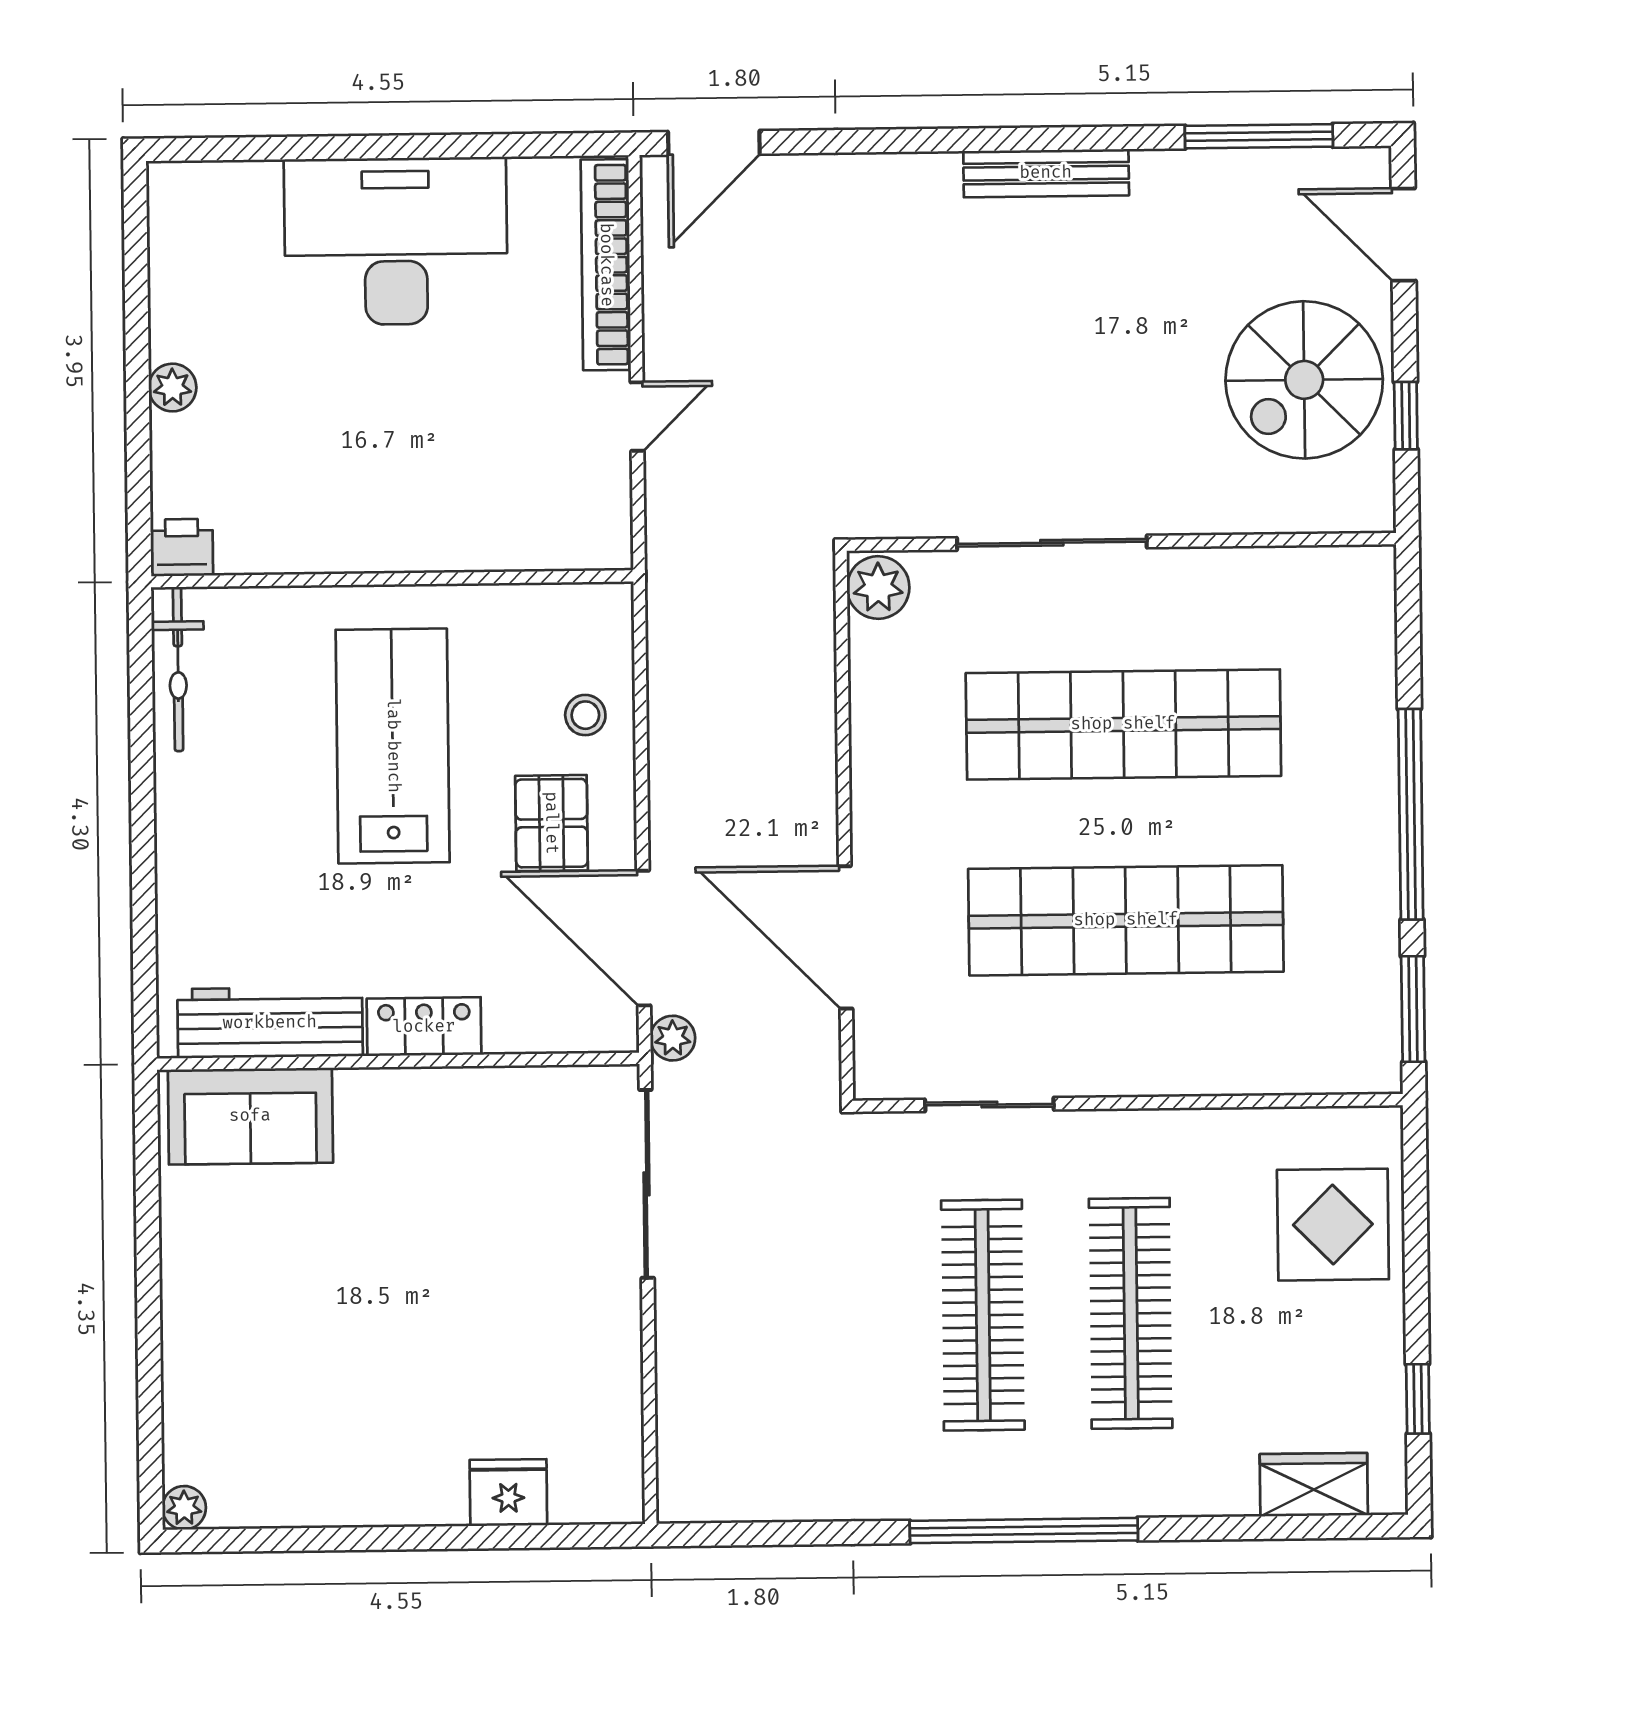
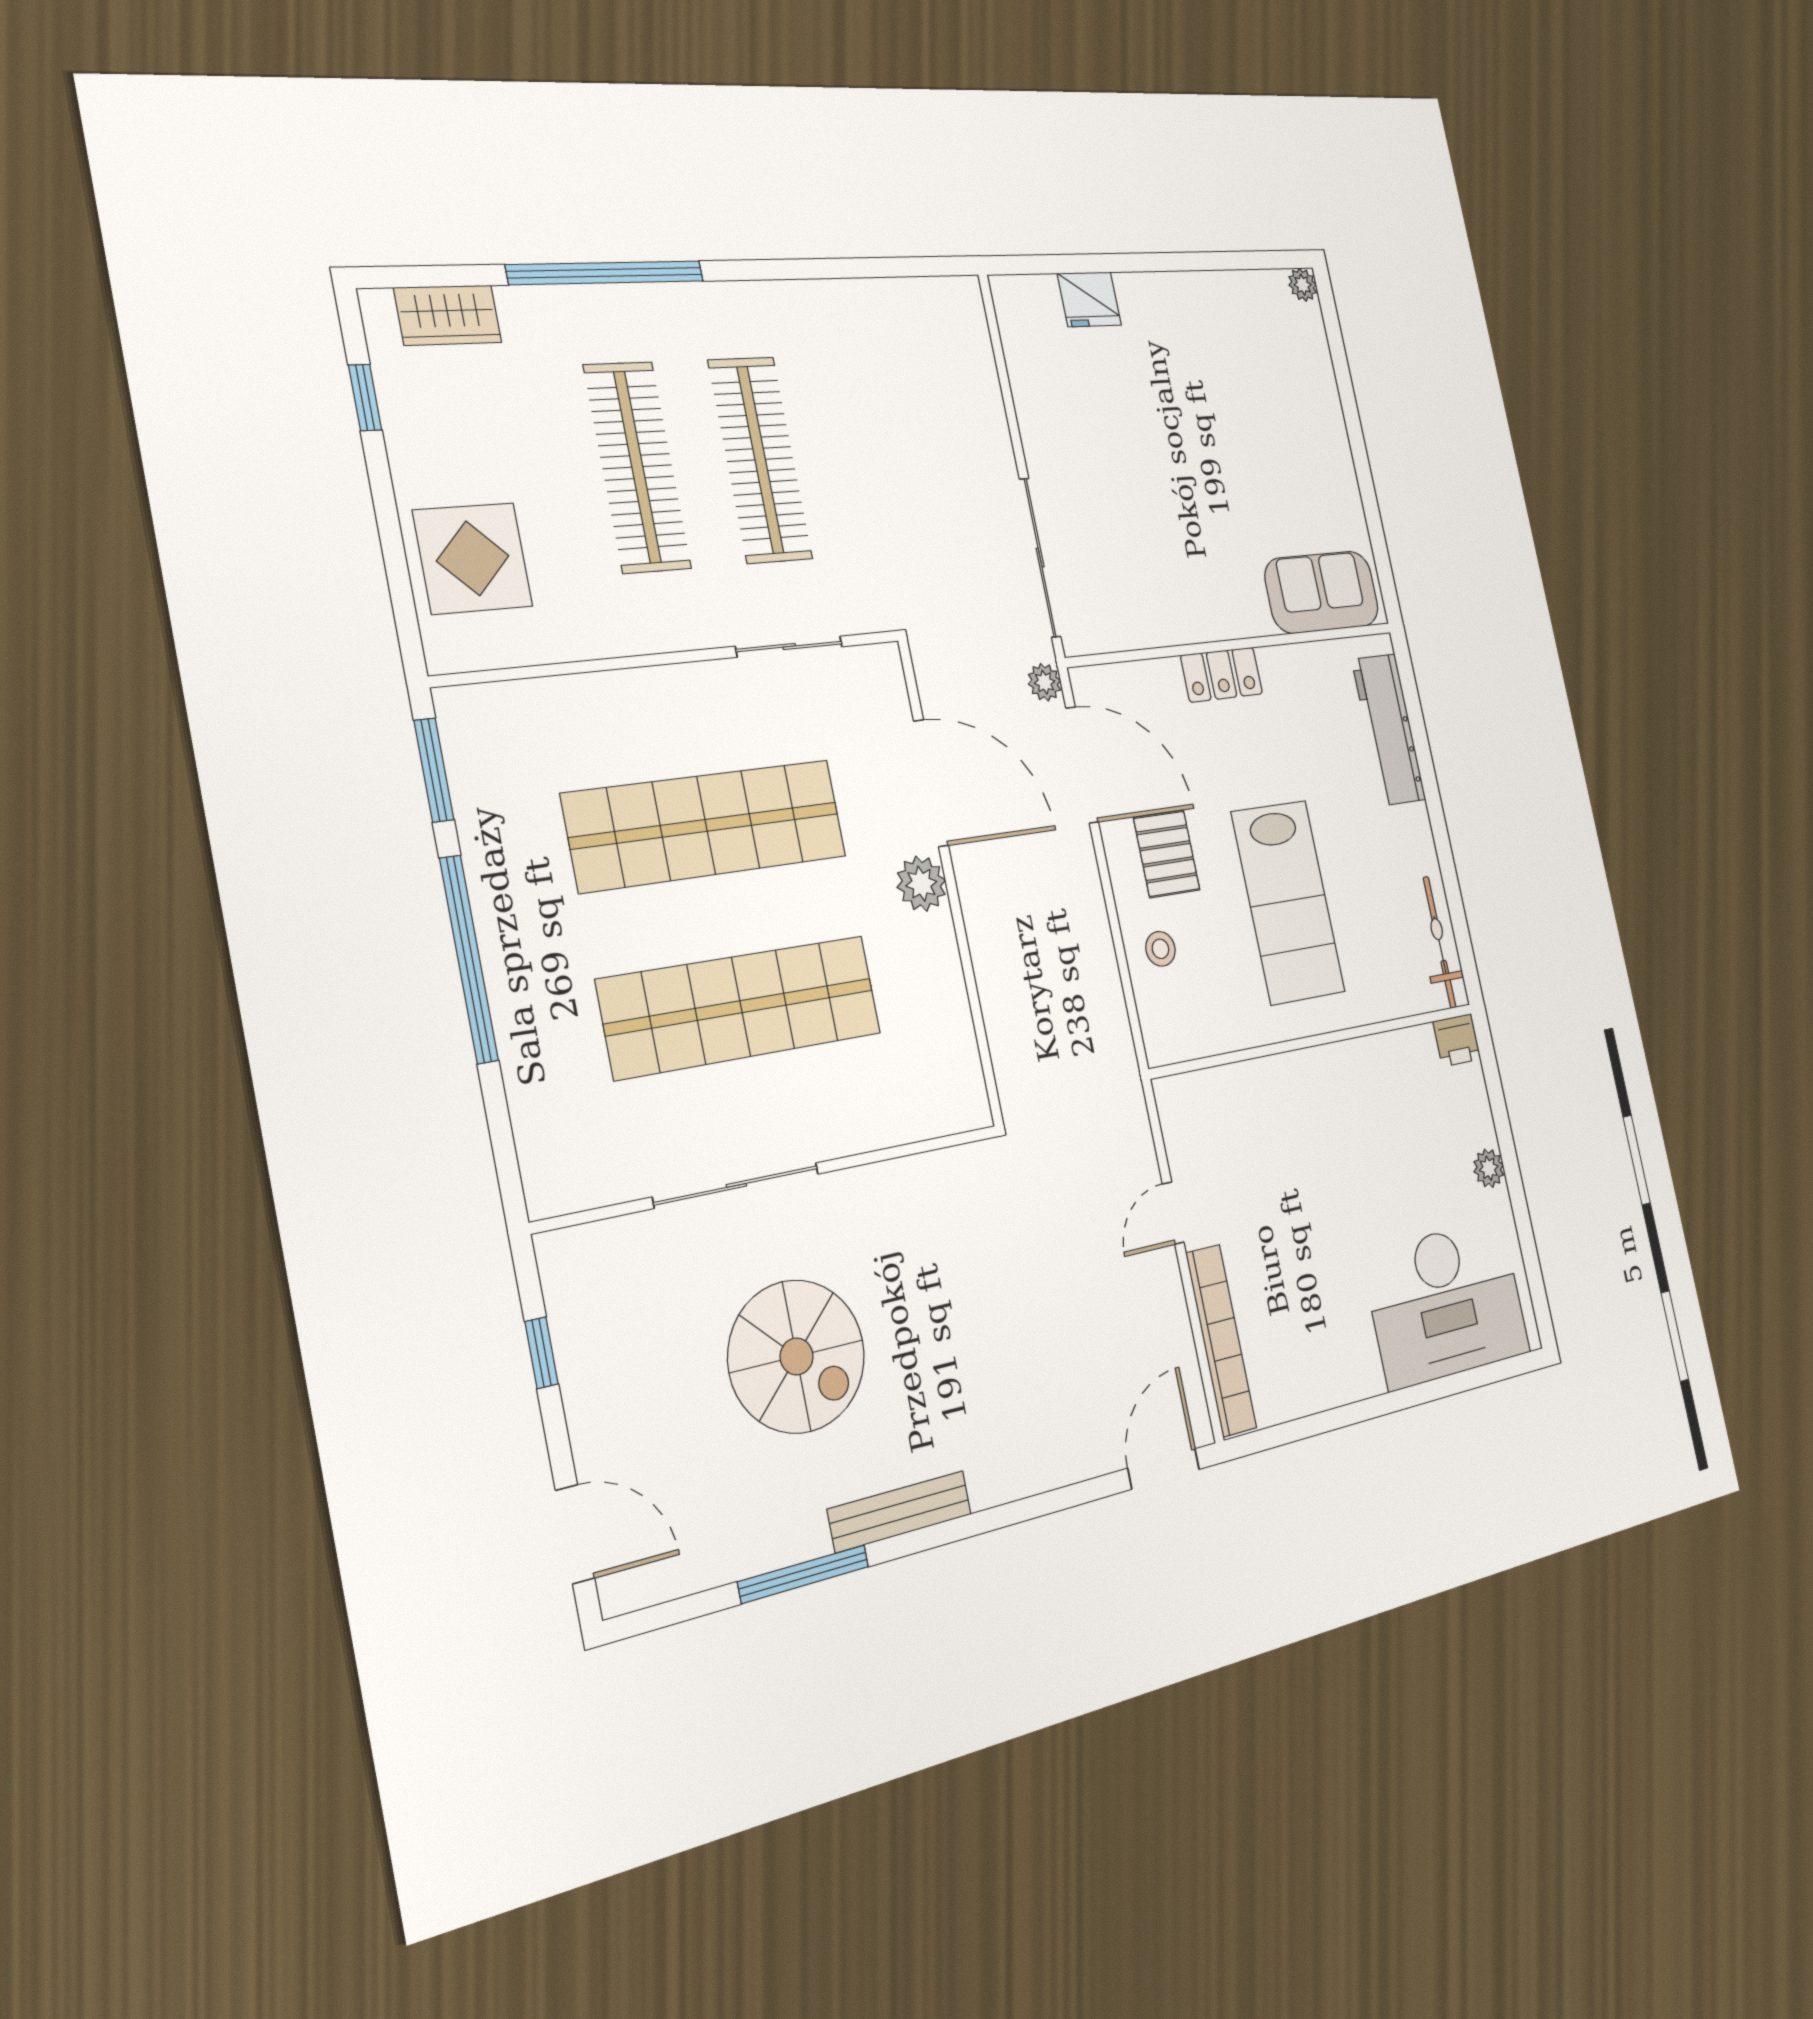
window: (1259, 136) -> (804, 1574), moved
desk: (396, 241) -> (1446, 1303), moved
spiral stairs: (1304, 380) -> (797, 1356), moved, turned 90
sliding door: (1052, 543) -> (736, 1185), moved
plant: (878, 587) -> (921, 884), moved
workbench: (270, 1023) -> (1389, 730), moved, turned 90
window: (1024, 1531) -> (606, 273), moved

